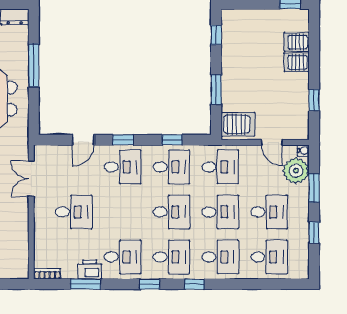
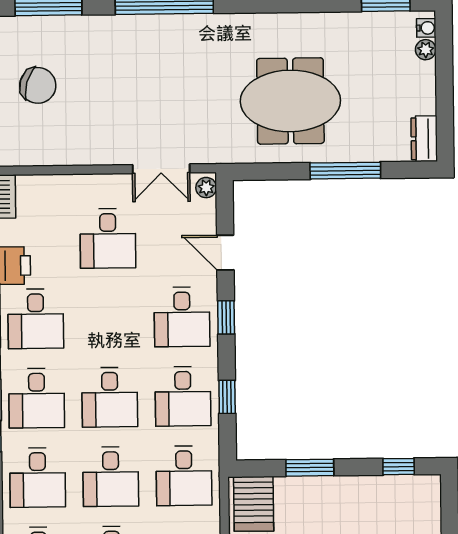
plant: (43, 151) -> (206, 188), added
double door: (31, 179) -> (161, 169), swing flipped

